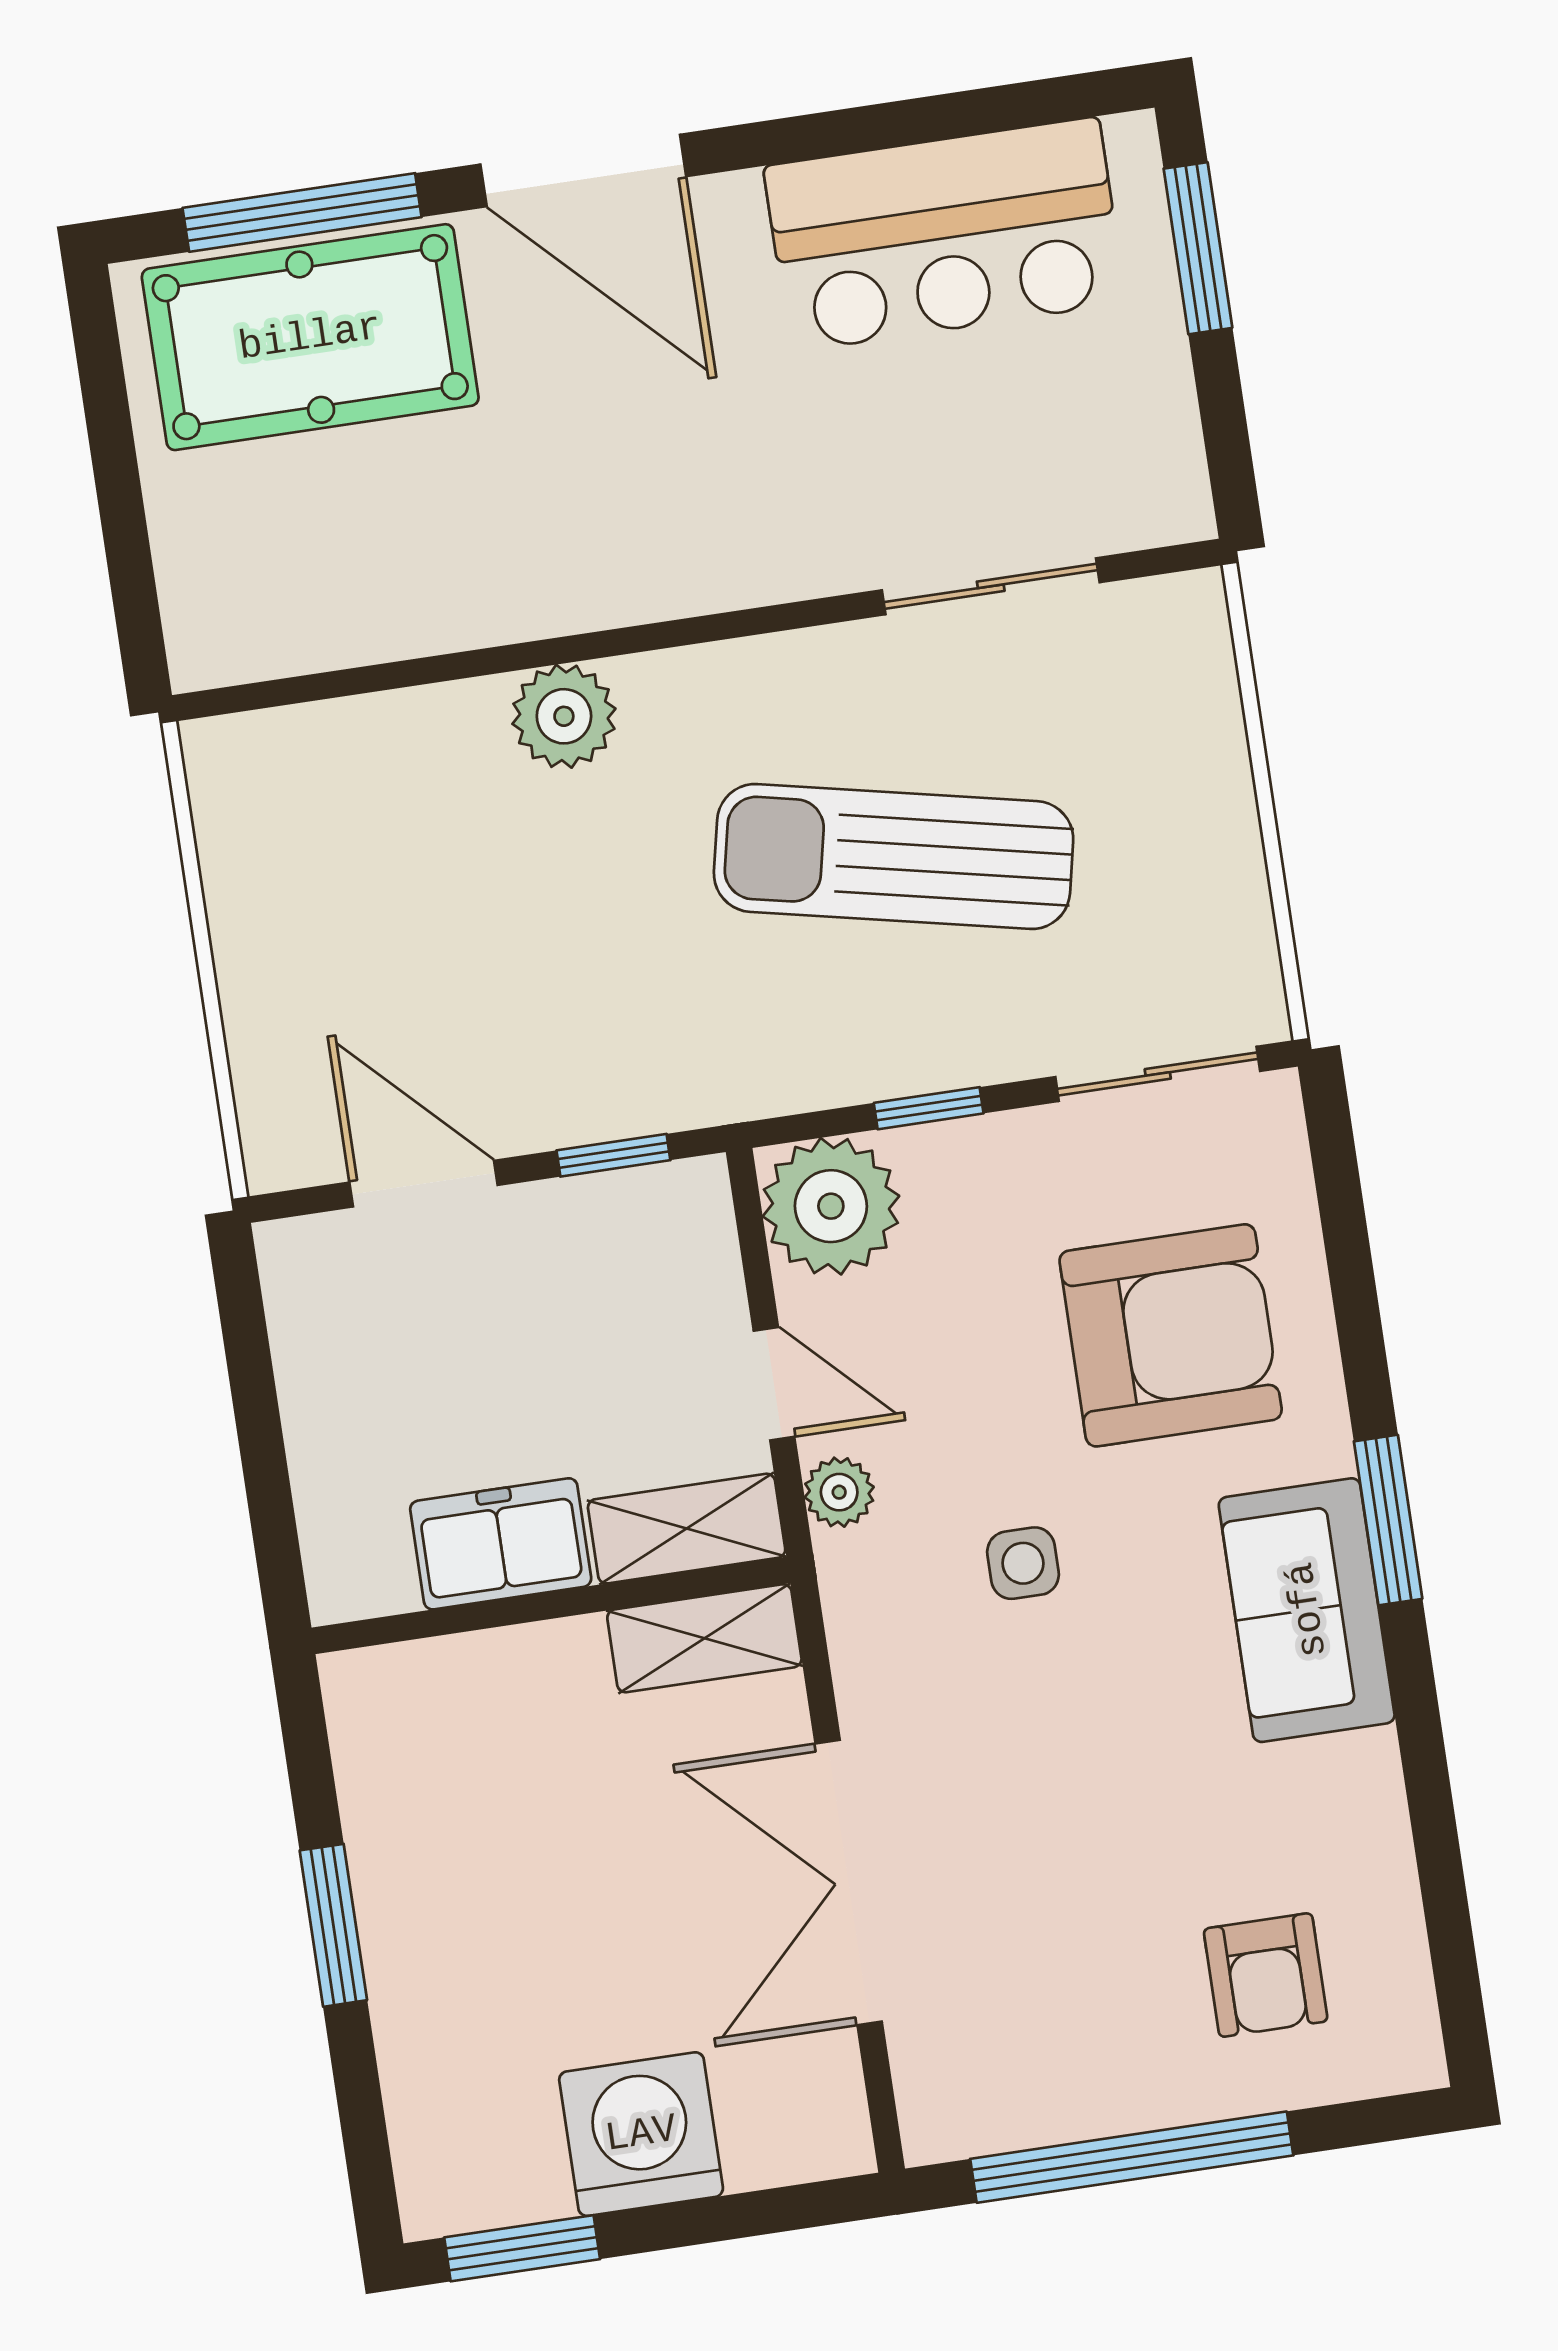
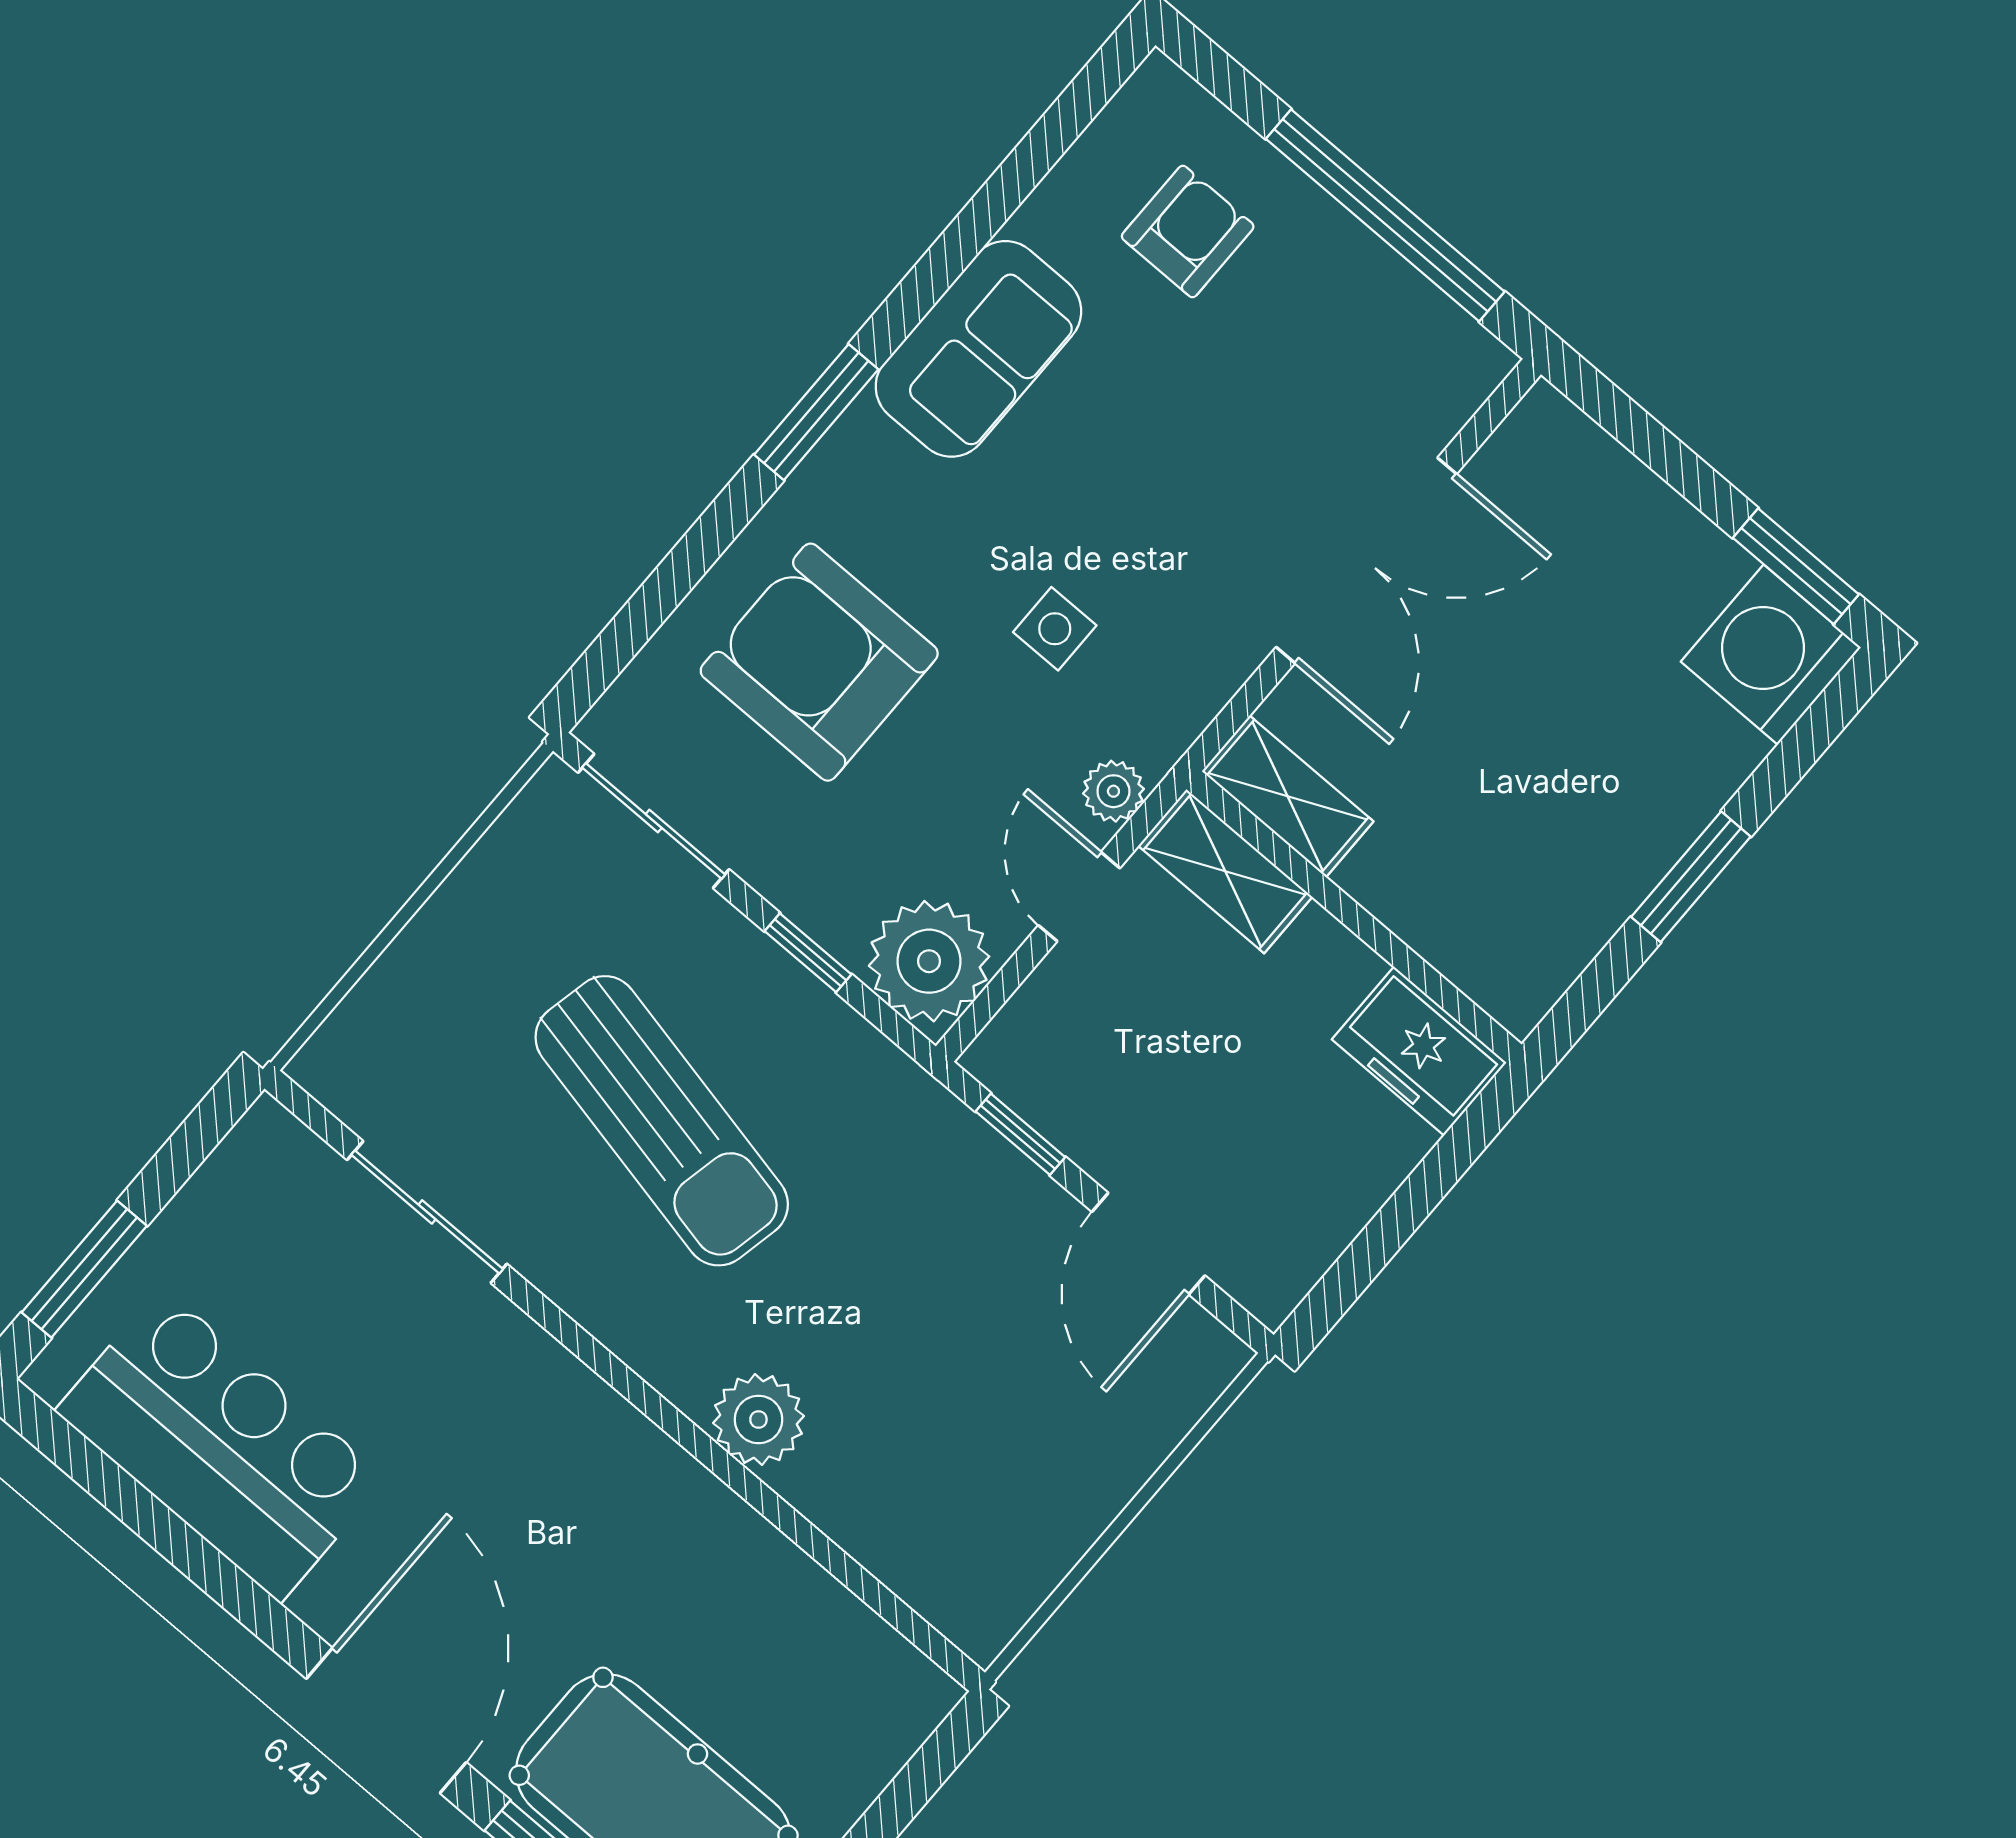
freezer: (501, 1544) -> (1419, 1051), moved
sofa: (1307, 1610) -> (978, 349), moved
washing machine: (641, 2134) -> (1771, 655), moved, turned 90

